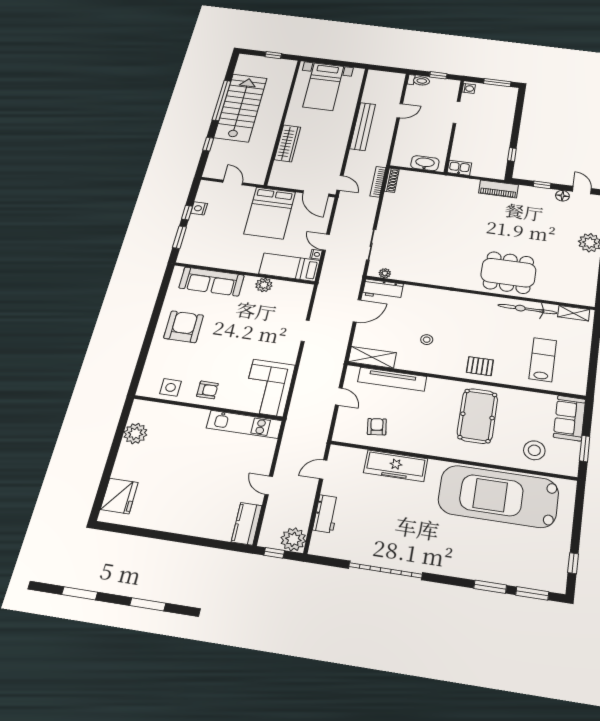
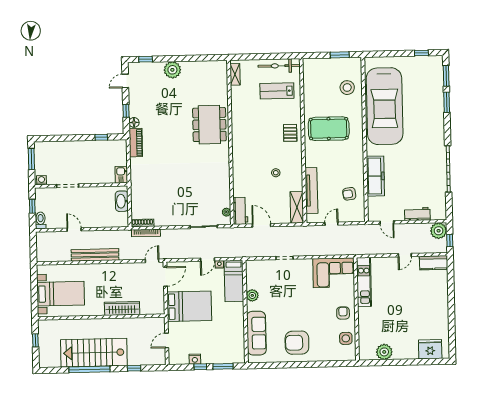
floor lamp: (562, 196) -> (134, 122), moved
bicycle: (527, 309) -> (279, 66), moved, turned 90
sofa: (569, 418) -> (319, 67), removed

